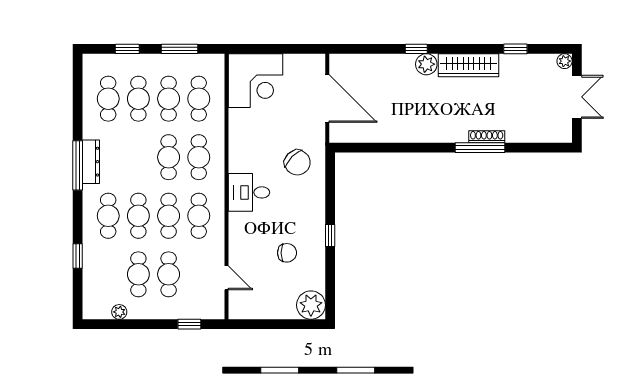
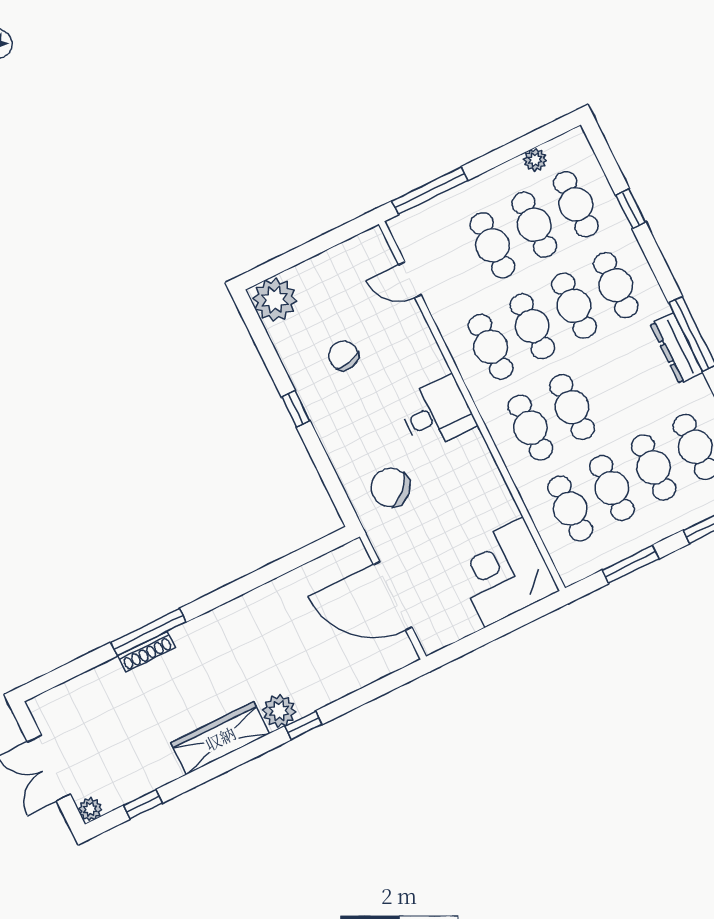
window: (515, 49) -> (143, 804), moved
chair: (287, 253) -> (343, 356), turned 77
cafe table: (108, 274) -> (576, 204), added
window: (189, 324) -> (430, 191), width x2.17

